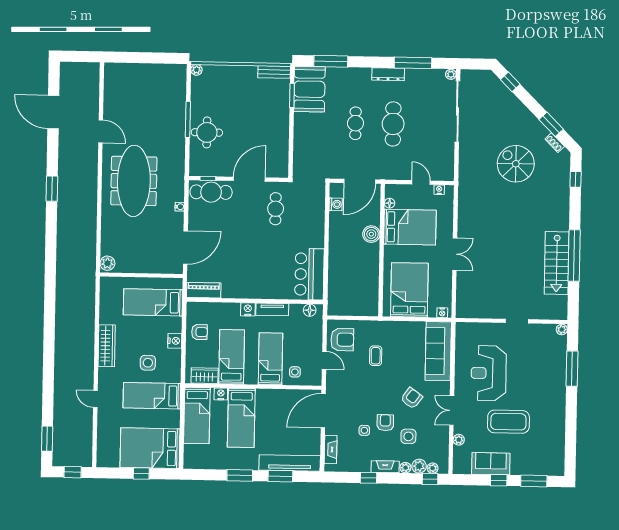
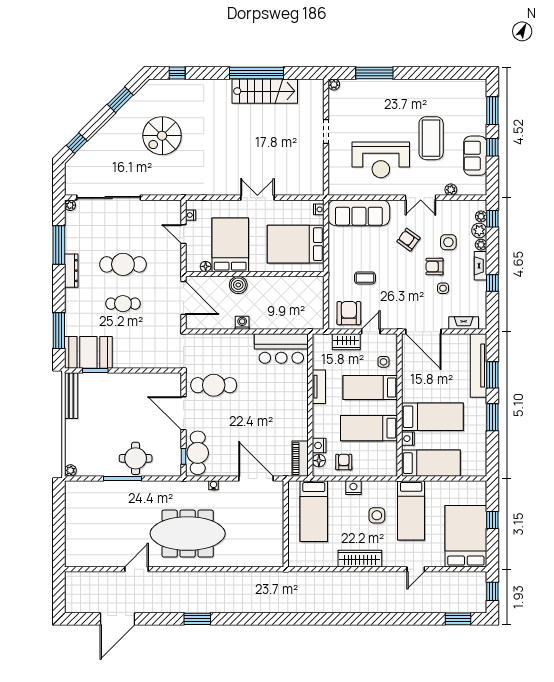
bench: (274, 72) -> (71, 396), width x1.36
shoe rack: (555, 143) -> (139, 96), removed
door: (421, 182) -> (183, 234), hinge flipped
washing machine: (336, 204) -> (242, 323), moved
cafe table: (276, 209) -> (214, 385), width x1.37, depth x1.35
plant: (107, 263) -> (274, 559), removed
nightstand: (248, 309) -> (319, 445), moved
floor lamp: (310, 310) -> (319, 461), moved
wardrobe: (205, 376) -> (346, 342), moved, turned -90
bed: (150, 448) -> (466, 536), moved, turned 180

